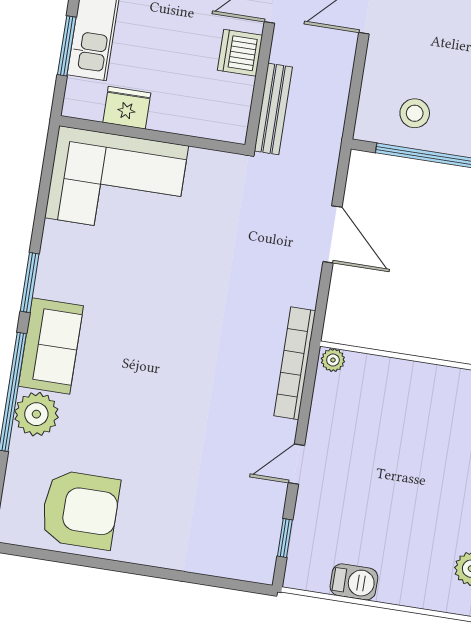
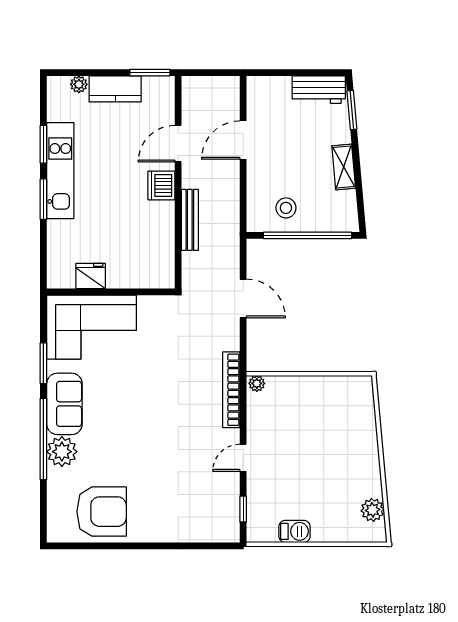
fridge: (127, 108) -> (91, 276), moved
wall: (152, 135) -> (111, 292), moved
corner sofa: (117, 182) -> (92, 327), moved

